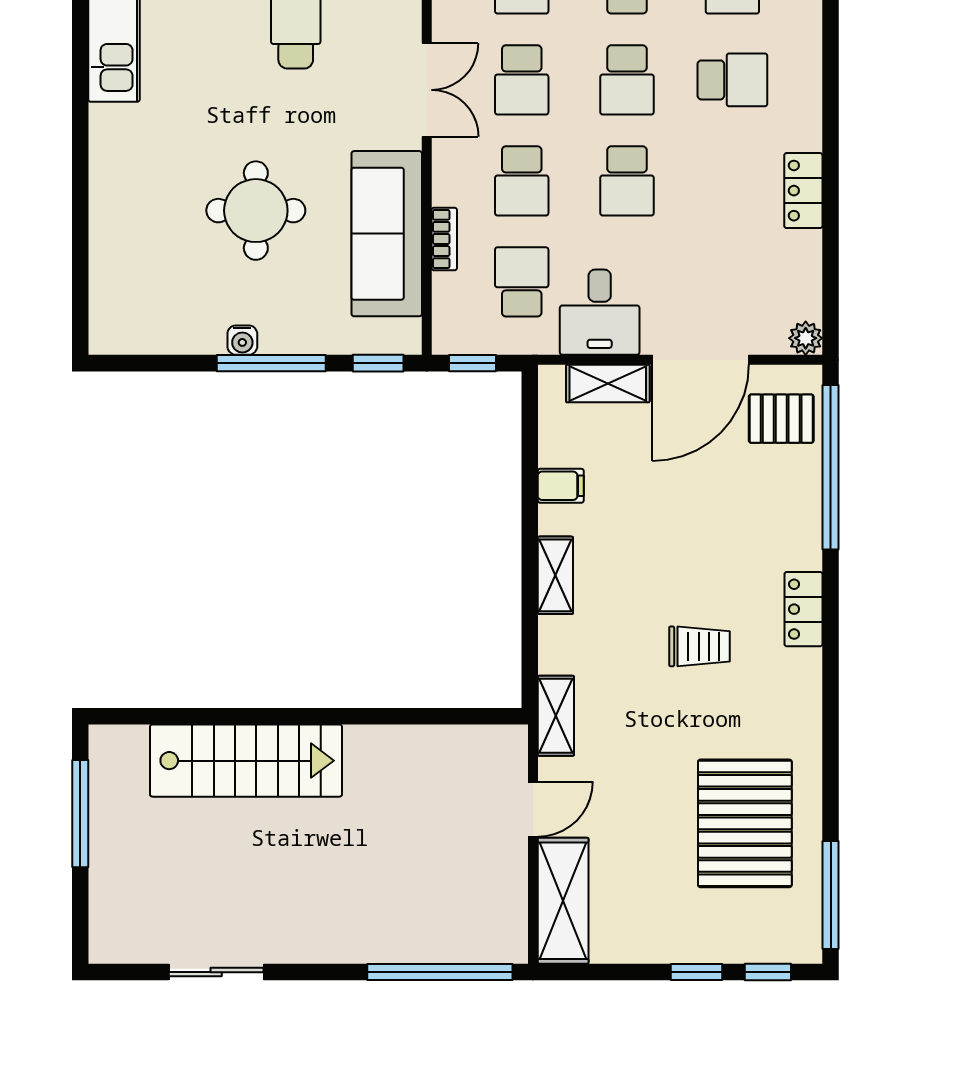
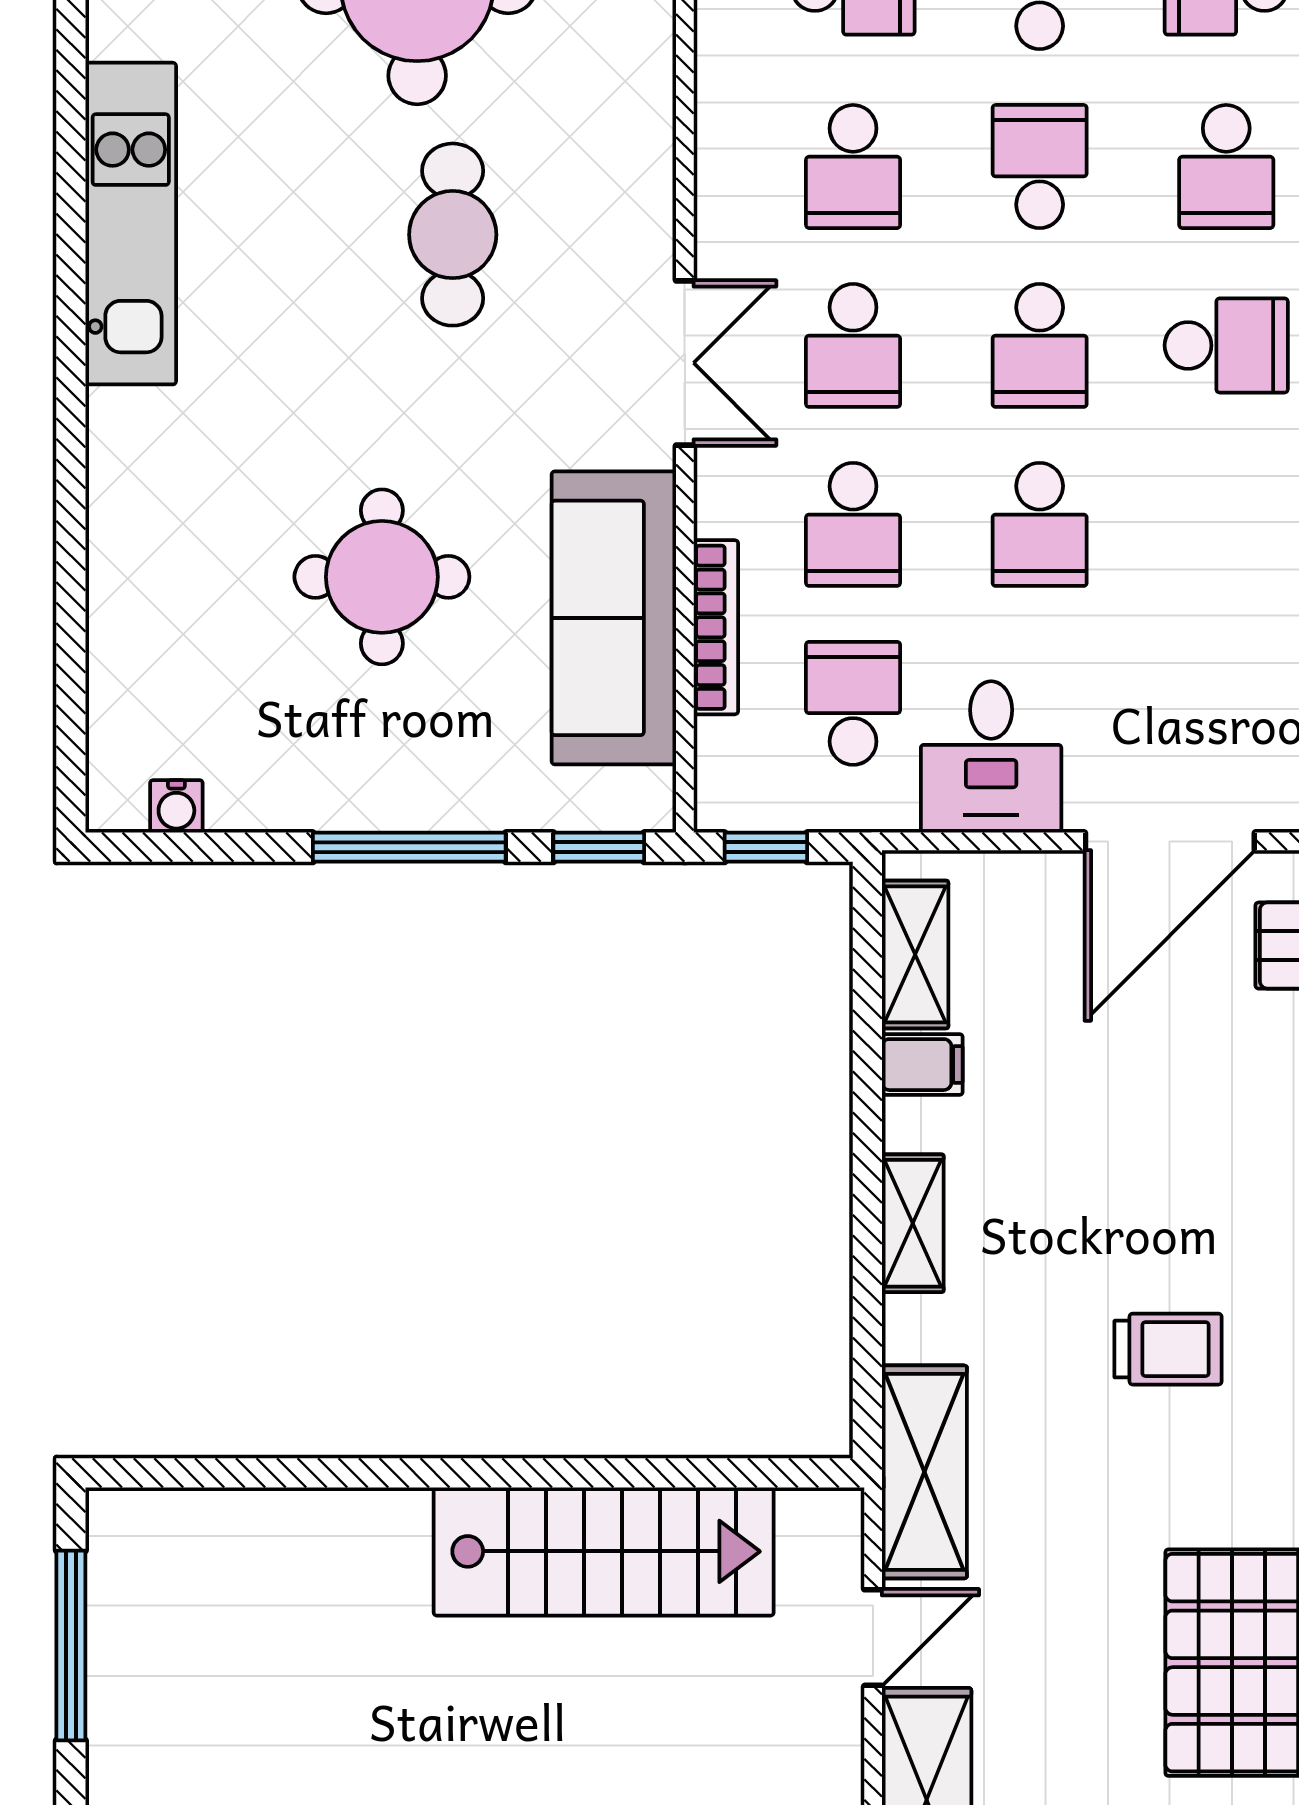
bookcase: (444, 239) -> (716, 627), width x1.56
water cooler: (242, 340) -> (176, 806), moved
shelving: (608, 384) -> (915, 954), moved, turned 90
shelving: (556, 716) -> (924, 1472), width x1.50, depth x1.33
stairs: (246, 761) -> (604, 1551), moved

